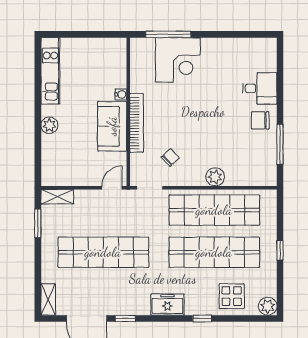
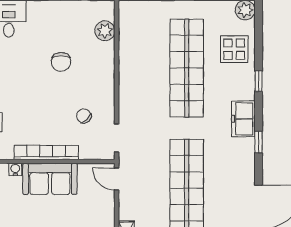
chair: (260, 120) -> (61, 62), moved
plant: (215, 177) -> (105, 31), moved
shop shelf: (214, 210) -> (141, 68), removed
window: (125, 318) -> (259, 142), moved

